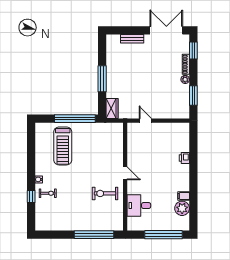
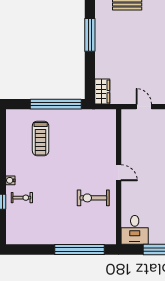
window: (102, 79) -> (90, 35), moved
treadmill: (63, 146) -> (41, 138), width x0.73, depth x0.73
desk: (139, 206) -> (135, 230), moved, turned -90

